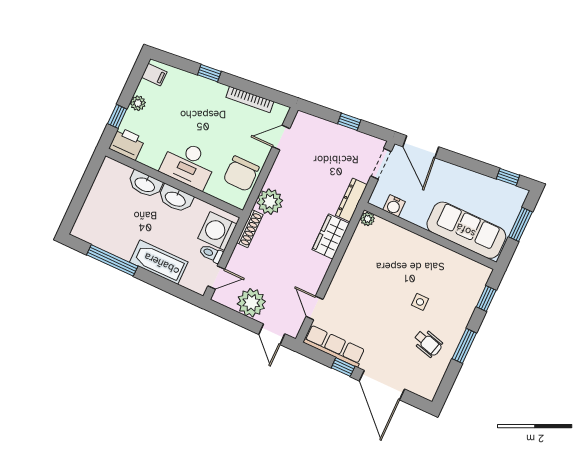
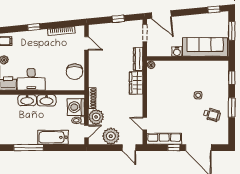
door: (281, 138) -> (87, 43), swing flipped
desk: (188, 164) -> (31, 79), moved
plant: (270, 202) -> (96, 117), moved
water cooler: (394, 206) -> (177, 52), moved

